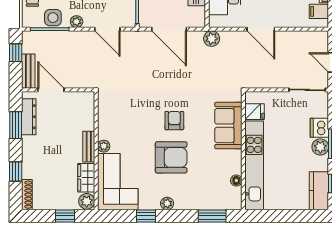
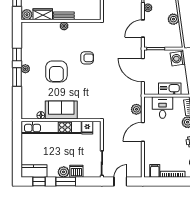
door: (169, 29) -> (143, 70), hinge flipped
plant: (212, 39) -> (136, 109), moved
armchair: (174, 121) -> (87, 58), moved
sofa: (228, 126) -> (61, 110), moved
corner sofa: (118, 182) -> (40, 36), removed
window: (212, 216) -> (17, 77), moved

